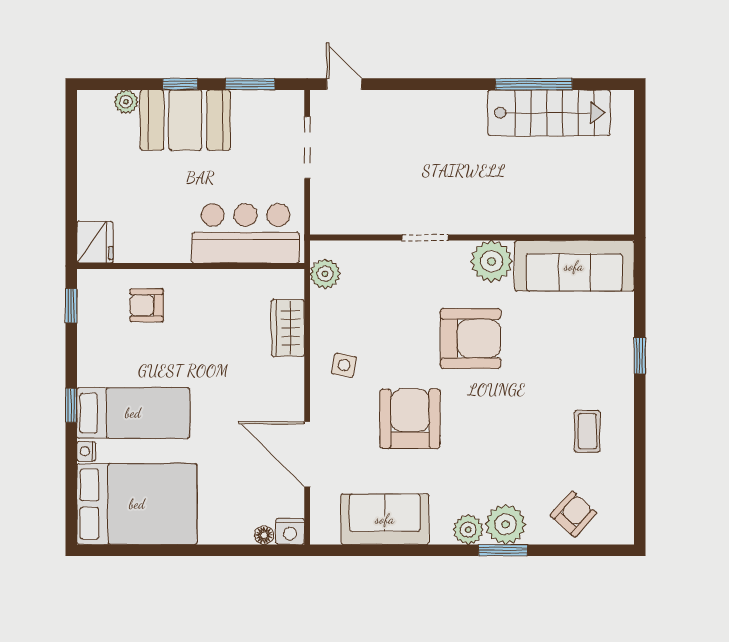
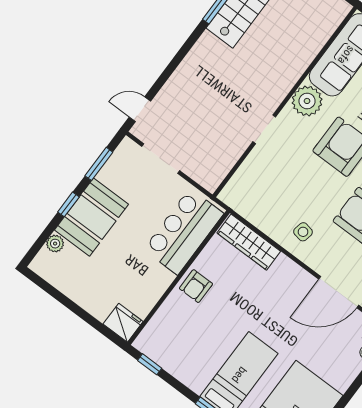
plant: (325, 274) -> (242, 203), removed
armchair: (147, 305) -> (196, 286), moved
wardrobe: (288, 328) -> (249, 242), width x1.50

